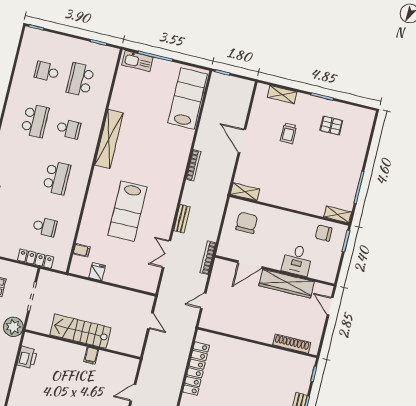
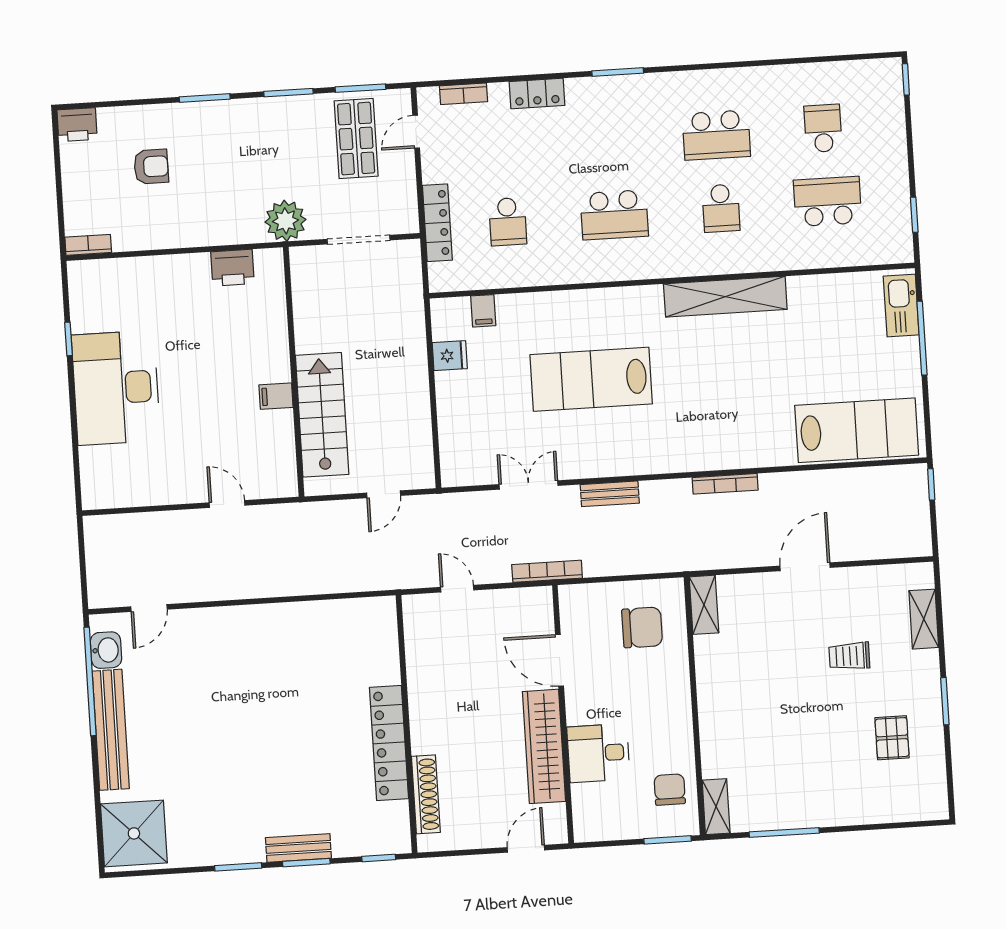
stairs: (80, 331) -> (322, 415), moved
locker: (196, 369) -> (389, 743), moved, turned 90

